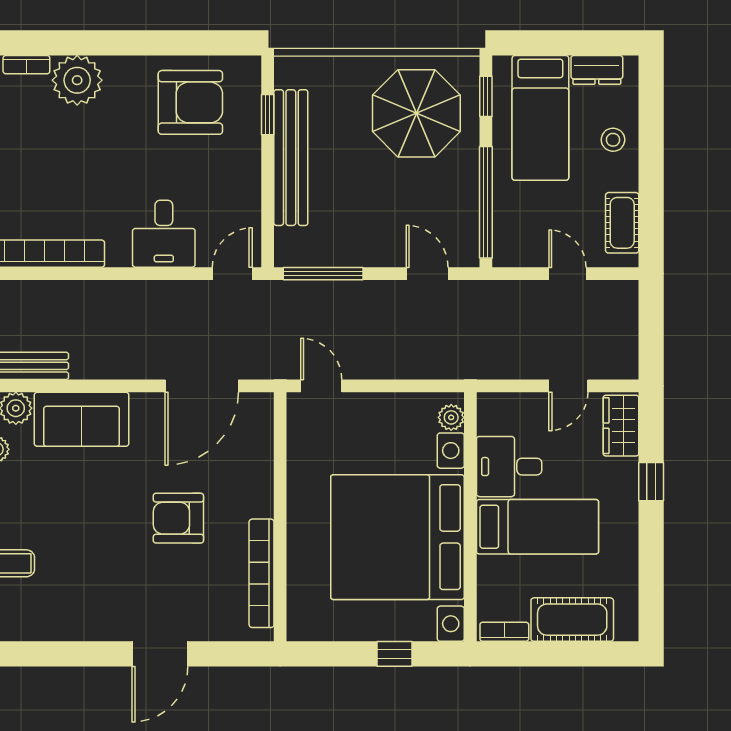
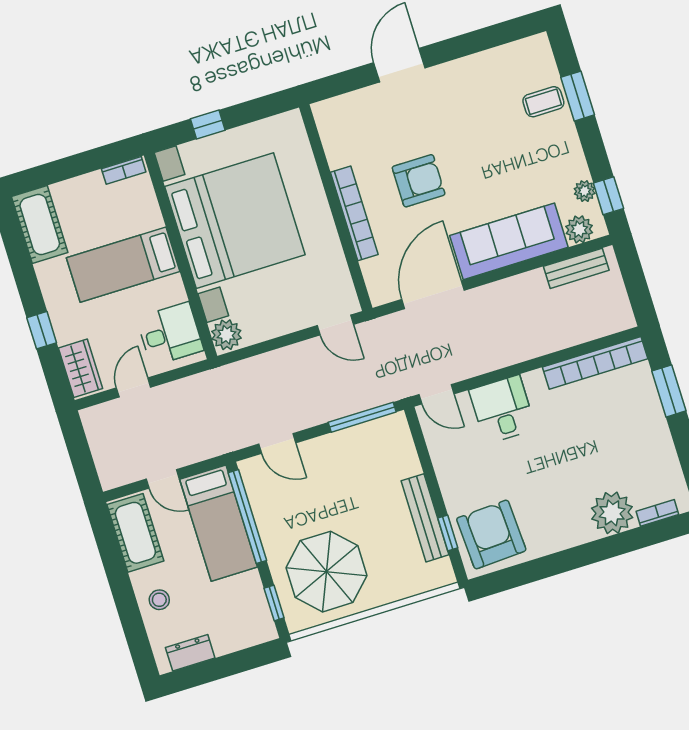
armchair: (190, 102) -> (491, 534), moved, turned 87
bed: (540, 118) -> (219, 523), moved, turned 180
bench: (291, 158) -> (425, 518), width x0.73, depth x0.82
cot: (622, 223) -> (135, 533), width x1.37, depth x1.34
door: (232, 274) -> (436, 394), hinge flipped
plant: (451, 417) -> (226, 335), width x1.38, depth x1.38
sofa: (82, 419) -> (509, 241), width x1.36
desk: (509, 467) -> (170, 334), moved
bookcase: (262, 573) -> (354, 213), moved
cot: (572, 620) -> (40, 224), moved, turned 90

